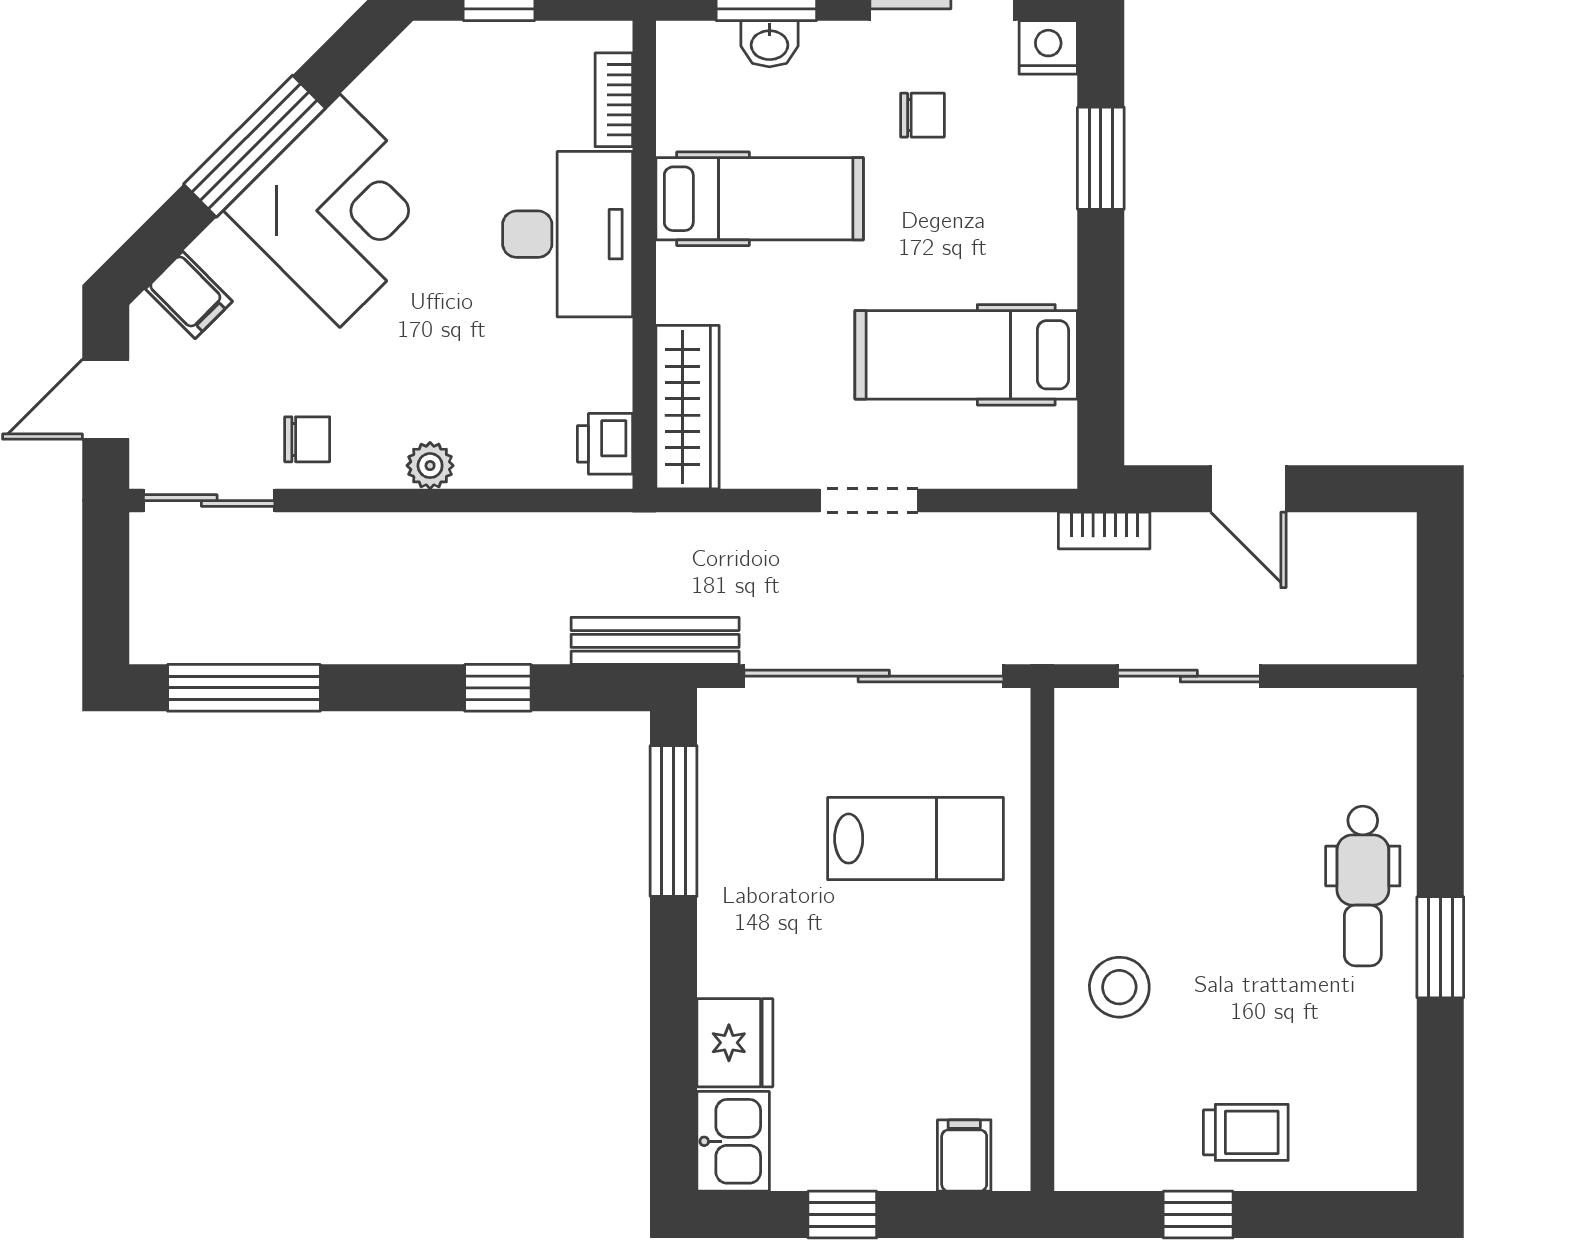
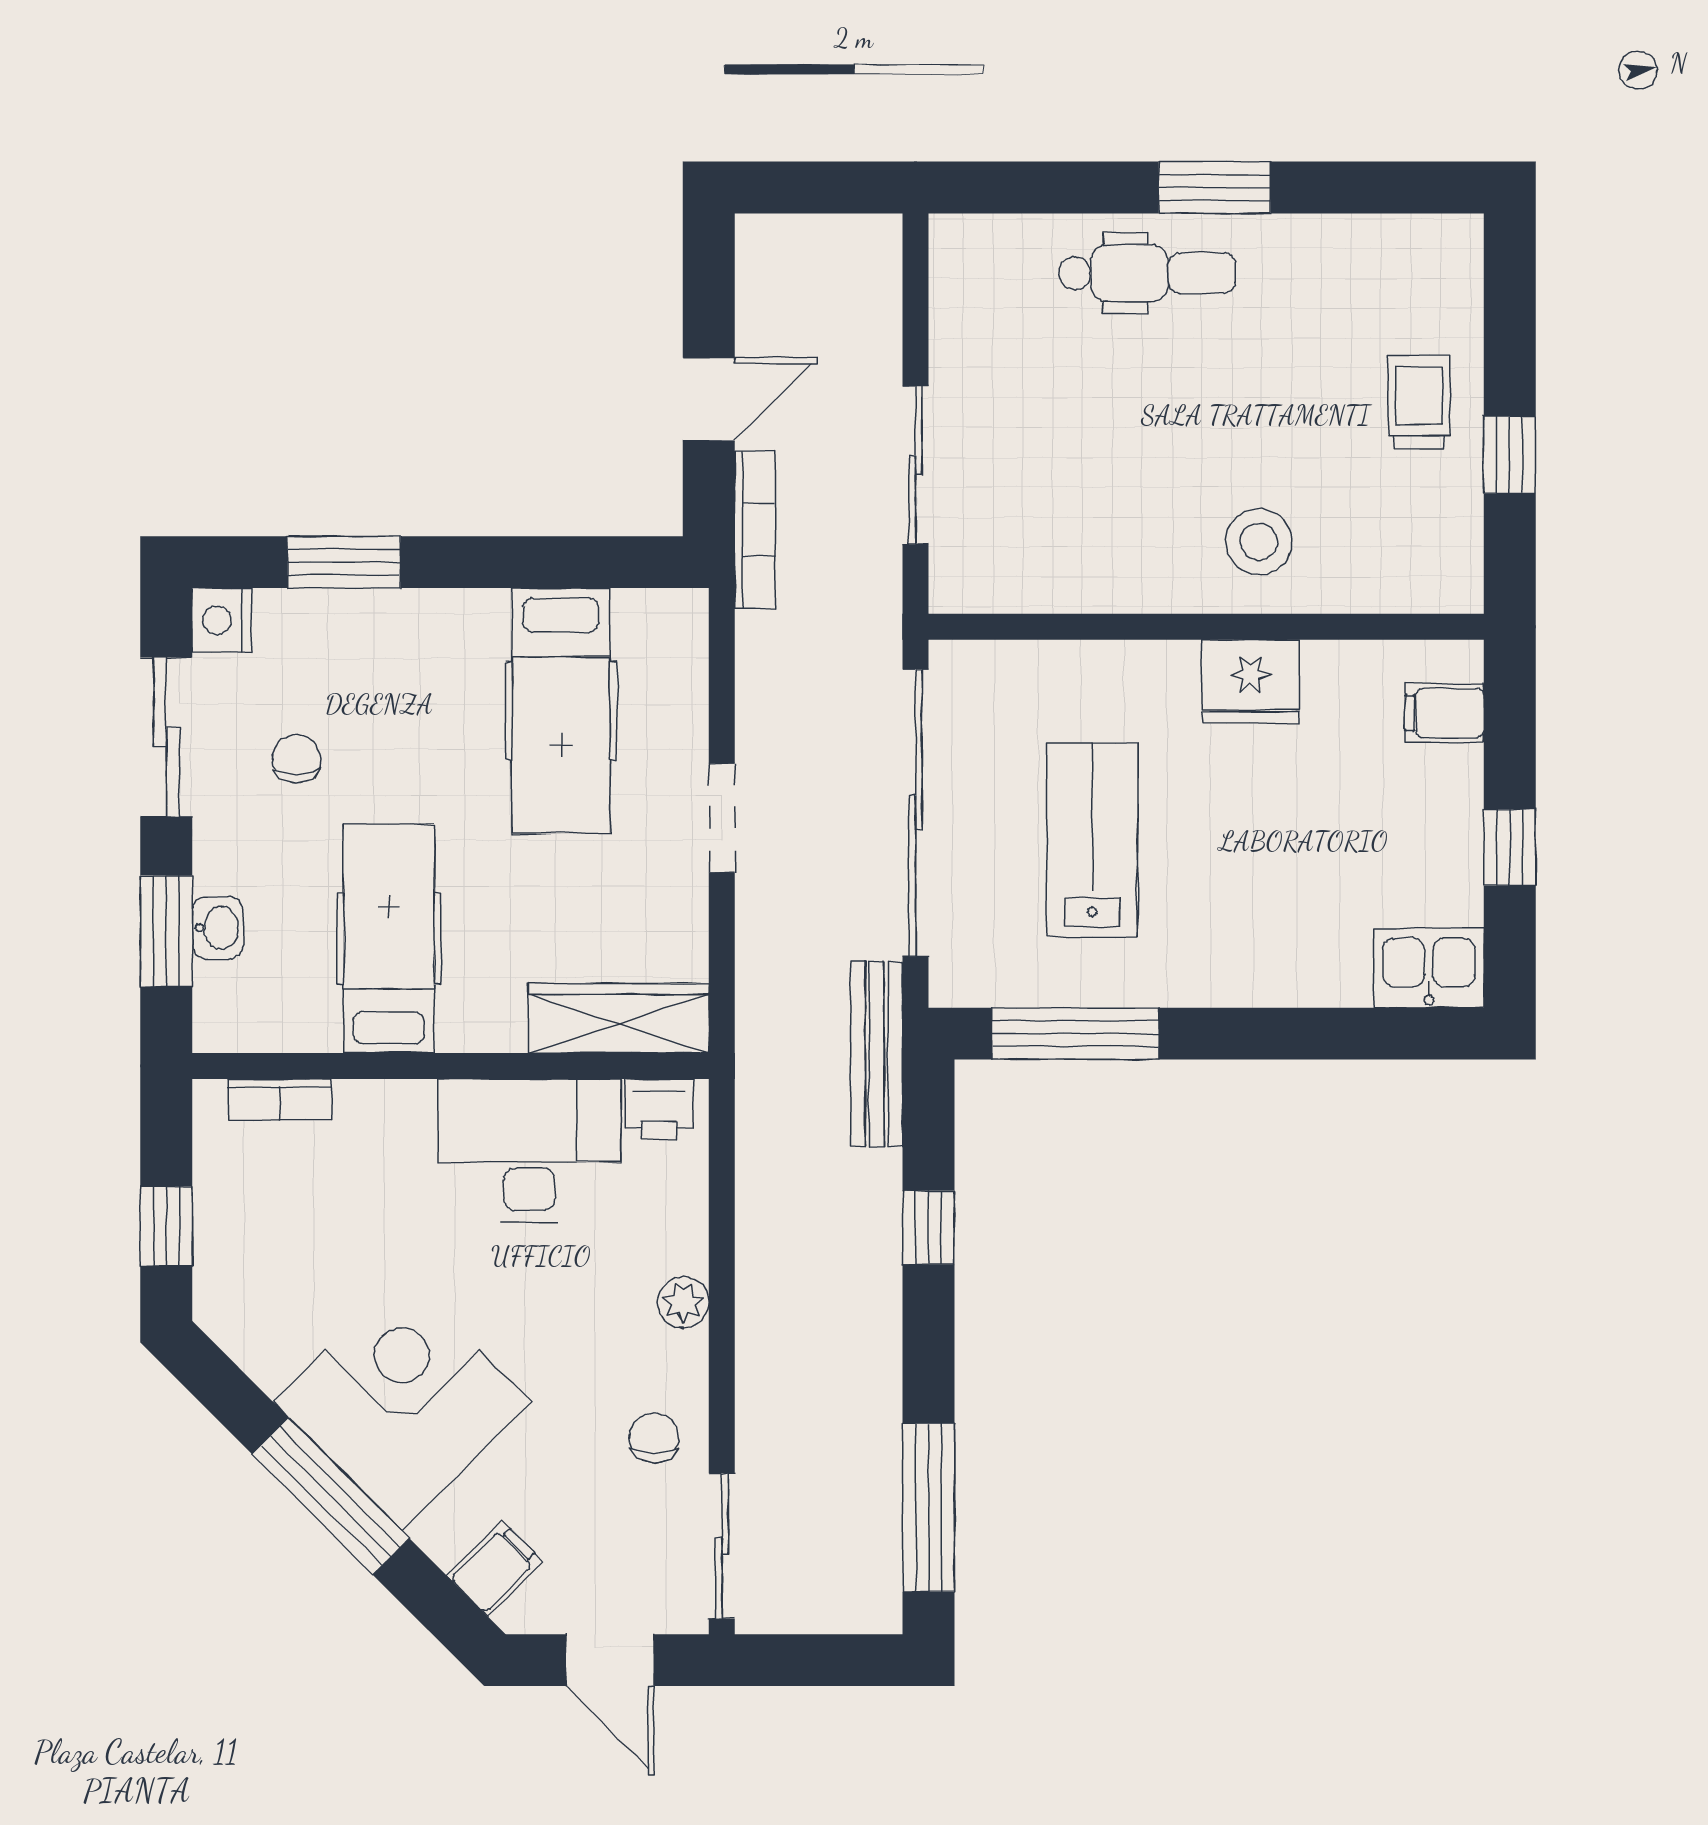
desk: (568, 234) -> (529, 1151), moved
bookcase: (1104, 531) -> (755, 530), width x1.56
lab bench: (915, 839) -> (1092, 840), moved
fridge: (735, 1043) -> (1251, 681), moved, turned 180

